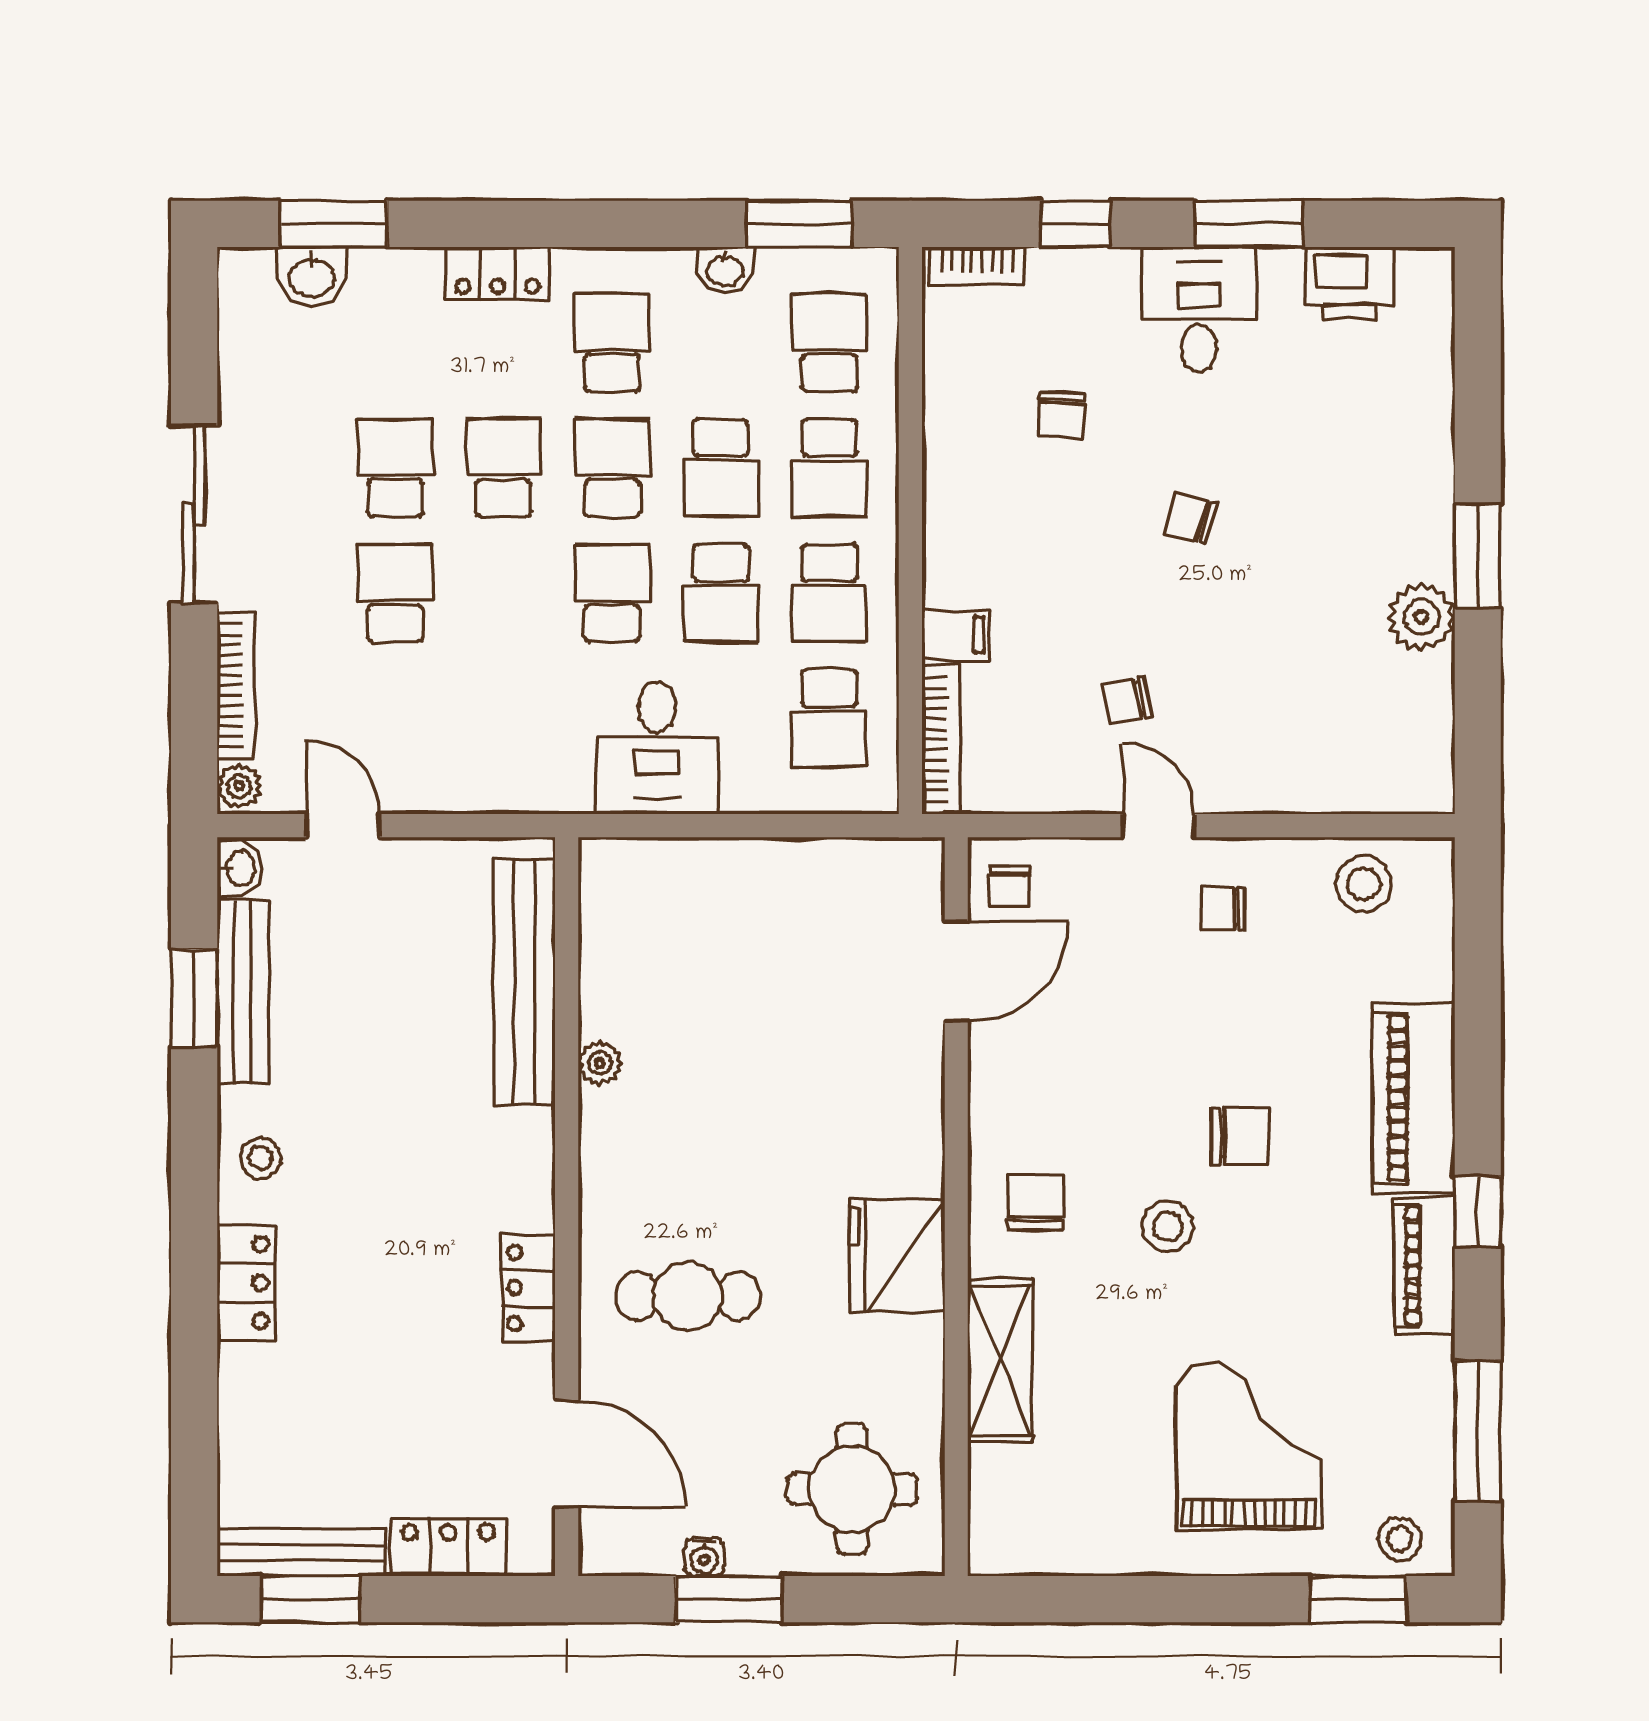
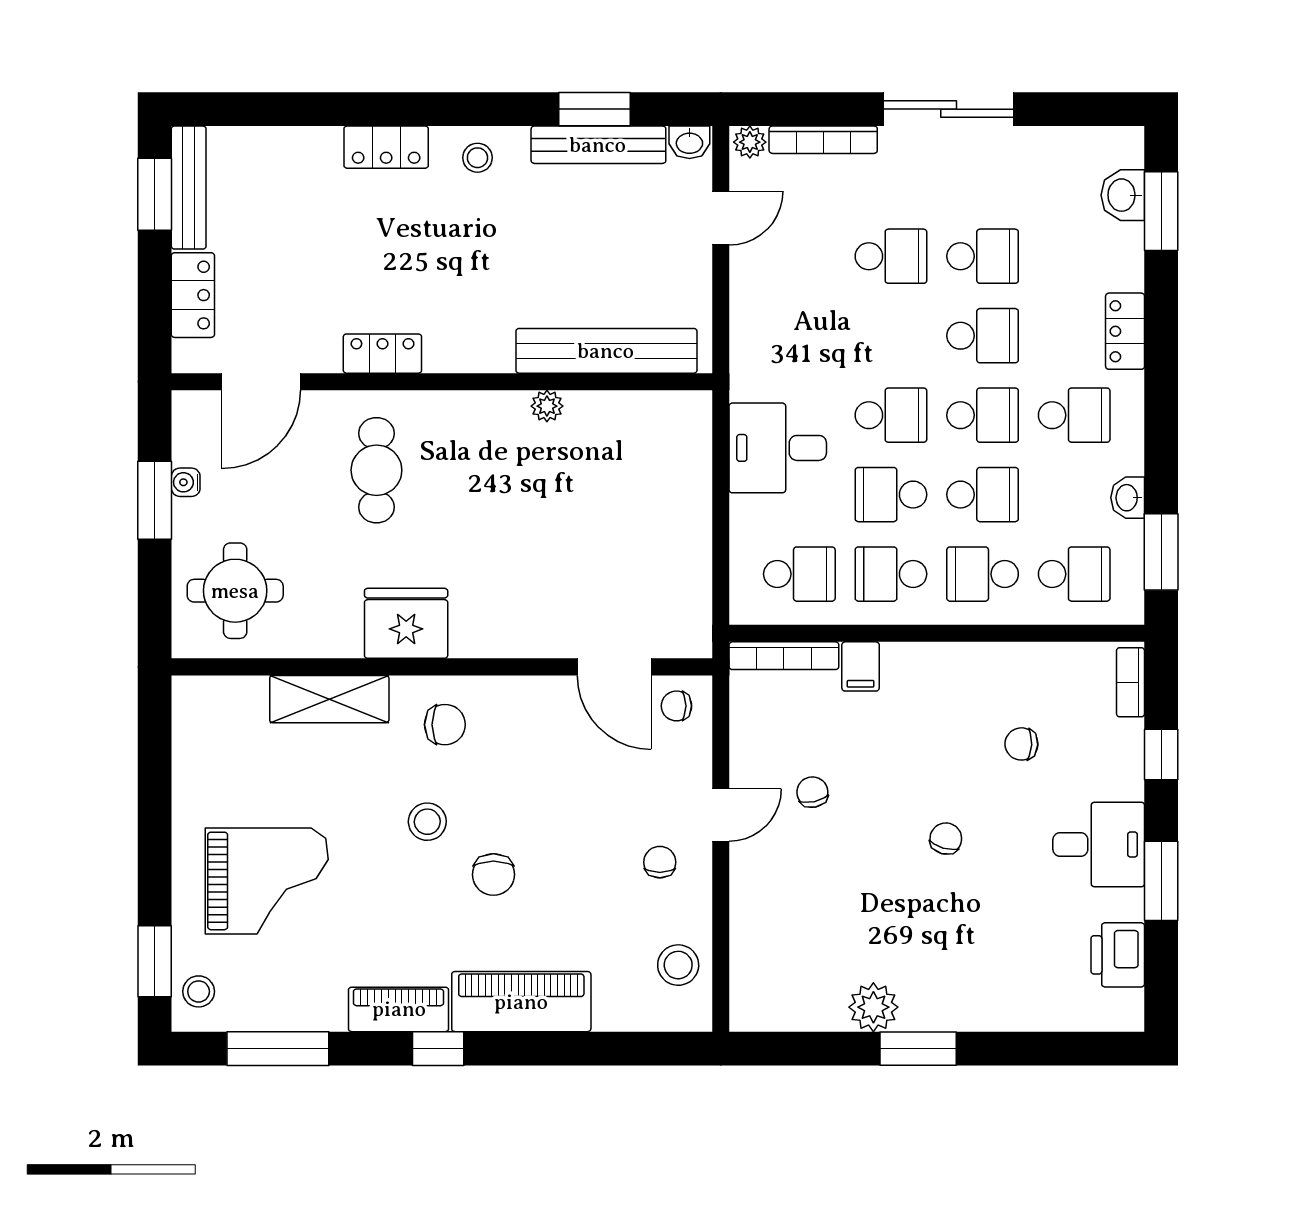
school desk: (721, 468) -> (983, 495), turned 180
school desk: (829, 718) -> (799, 574), turned 180

